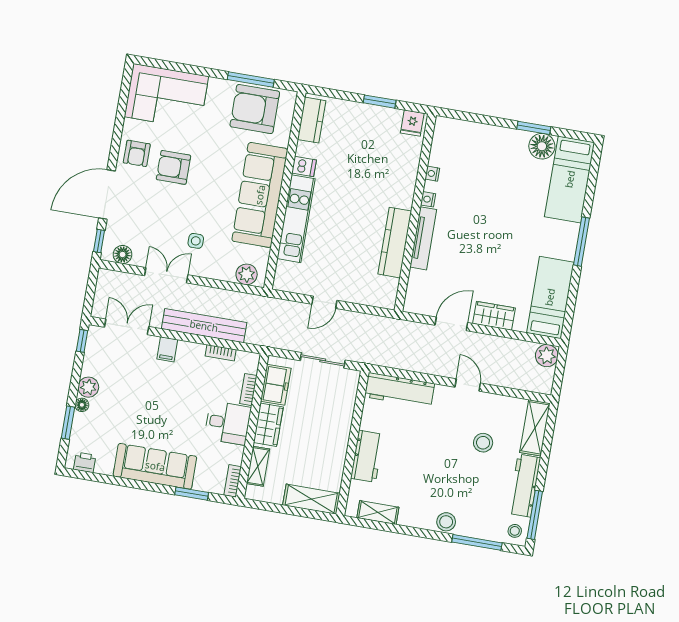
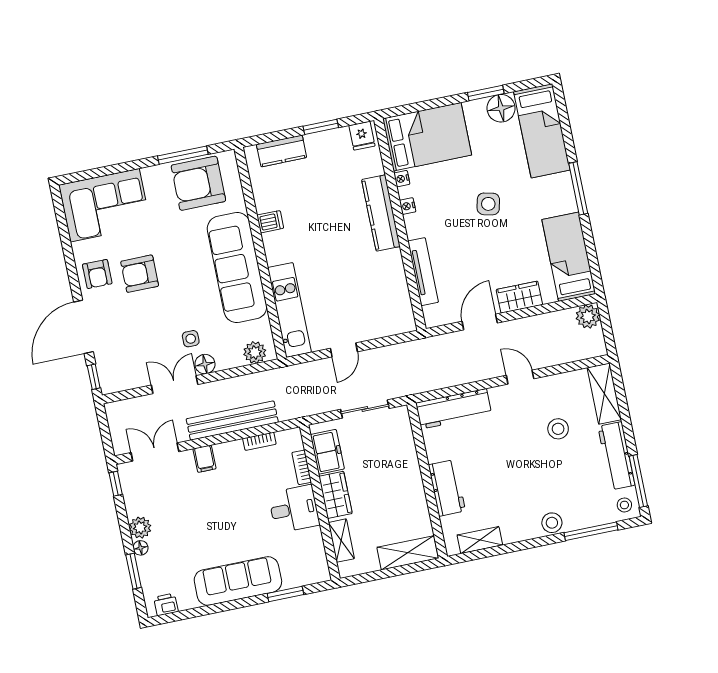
kitchen counter: (312, 120) -> (282, 151), moved, turned 90
bed: (468, 146) -> (427, 137), added
kitchen unit: (296, 219) -> (289, 310), moved
side table: (499, 225) -> (488, 204), added
tv unit: (423, 238) -> (423, 272), moved
kitchen counter: (395, 243) -> (381, 213), moved
floor lamp: (123, 255) -> (205, 364), moved
bookcase: (233, 481) -> (322, 565), removed

